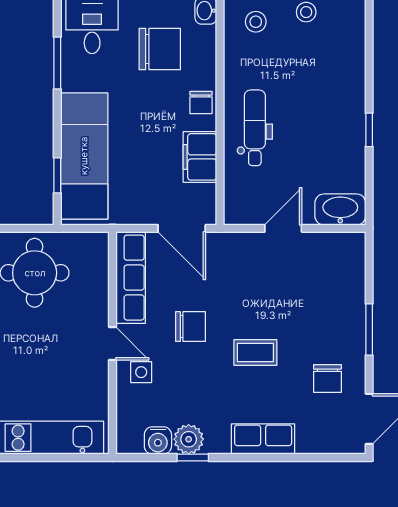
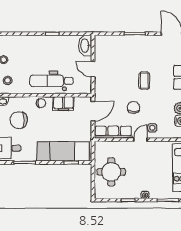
chair: (160, 49) -> (19, 120), turned -90
dental chair: (255, 128) -> (51, 81), width x1.36, depth x1.38
chair: (327, 379) -> (155, 51), removed

